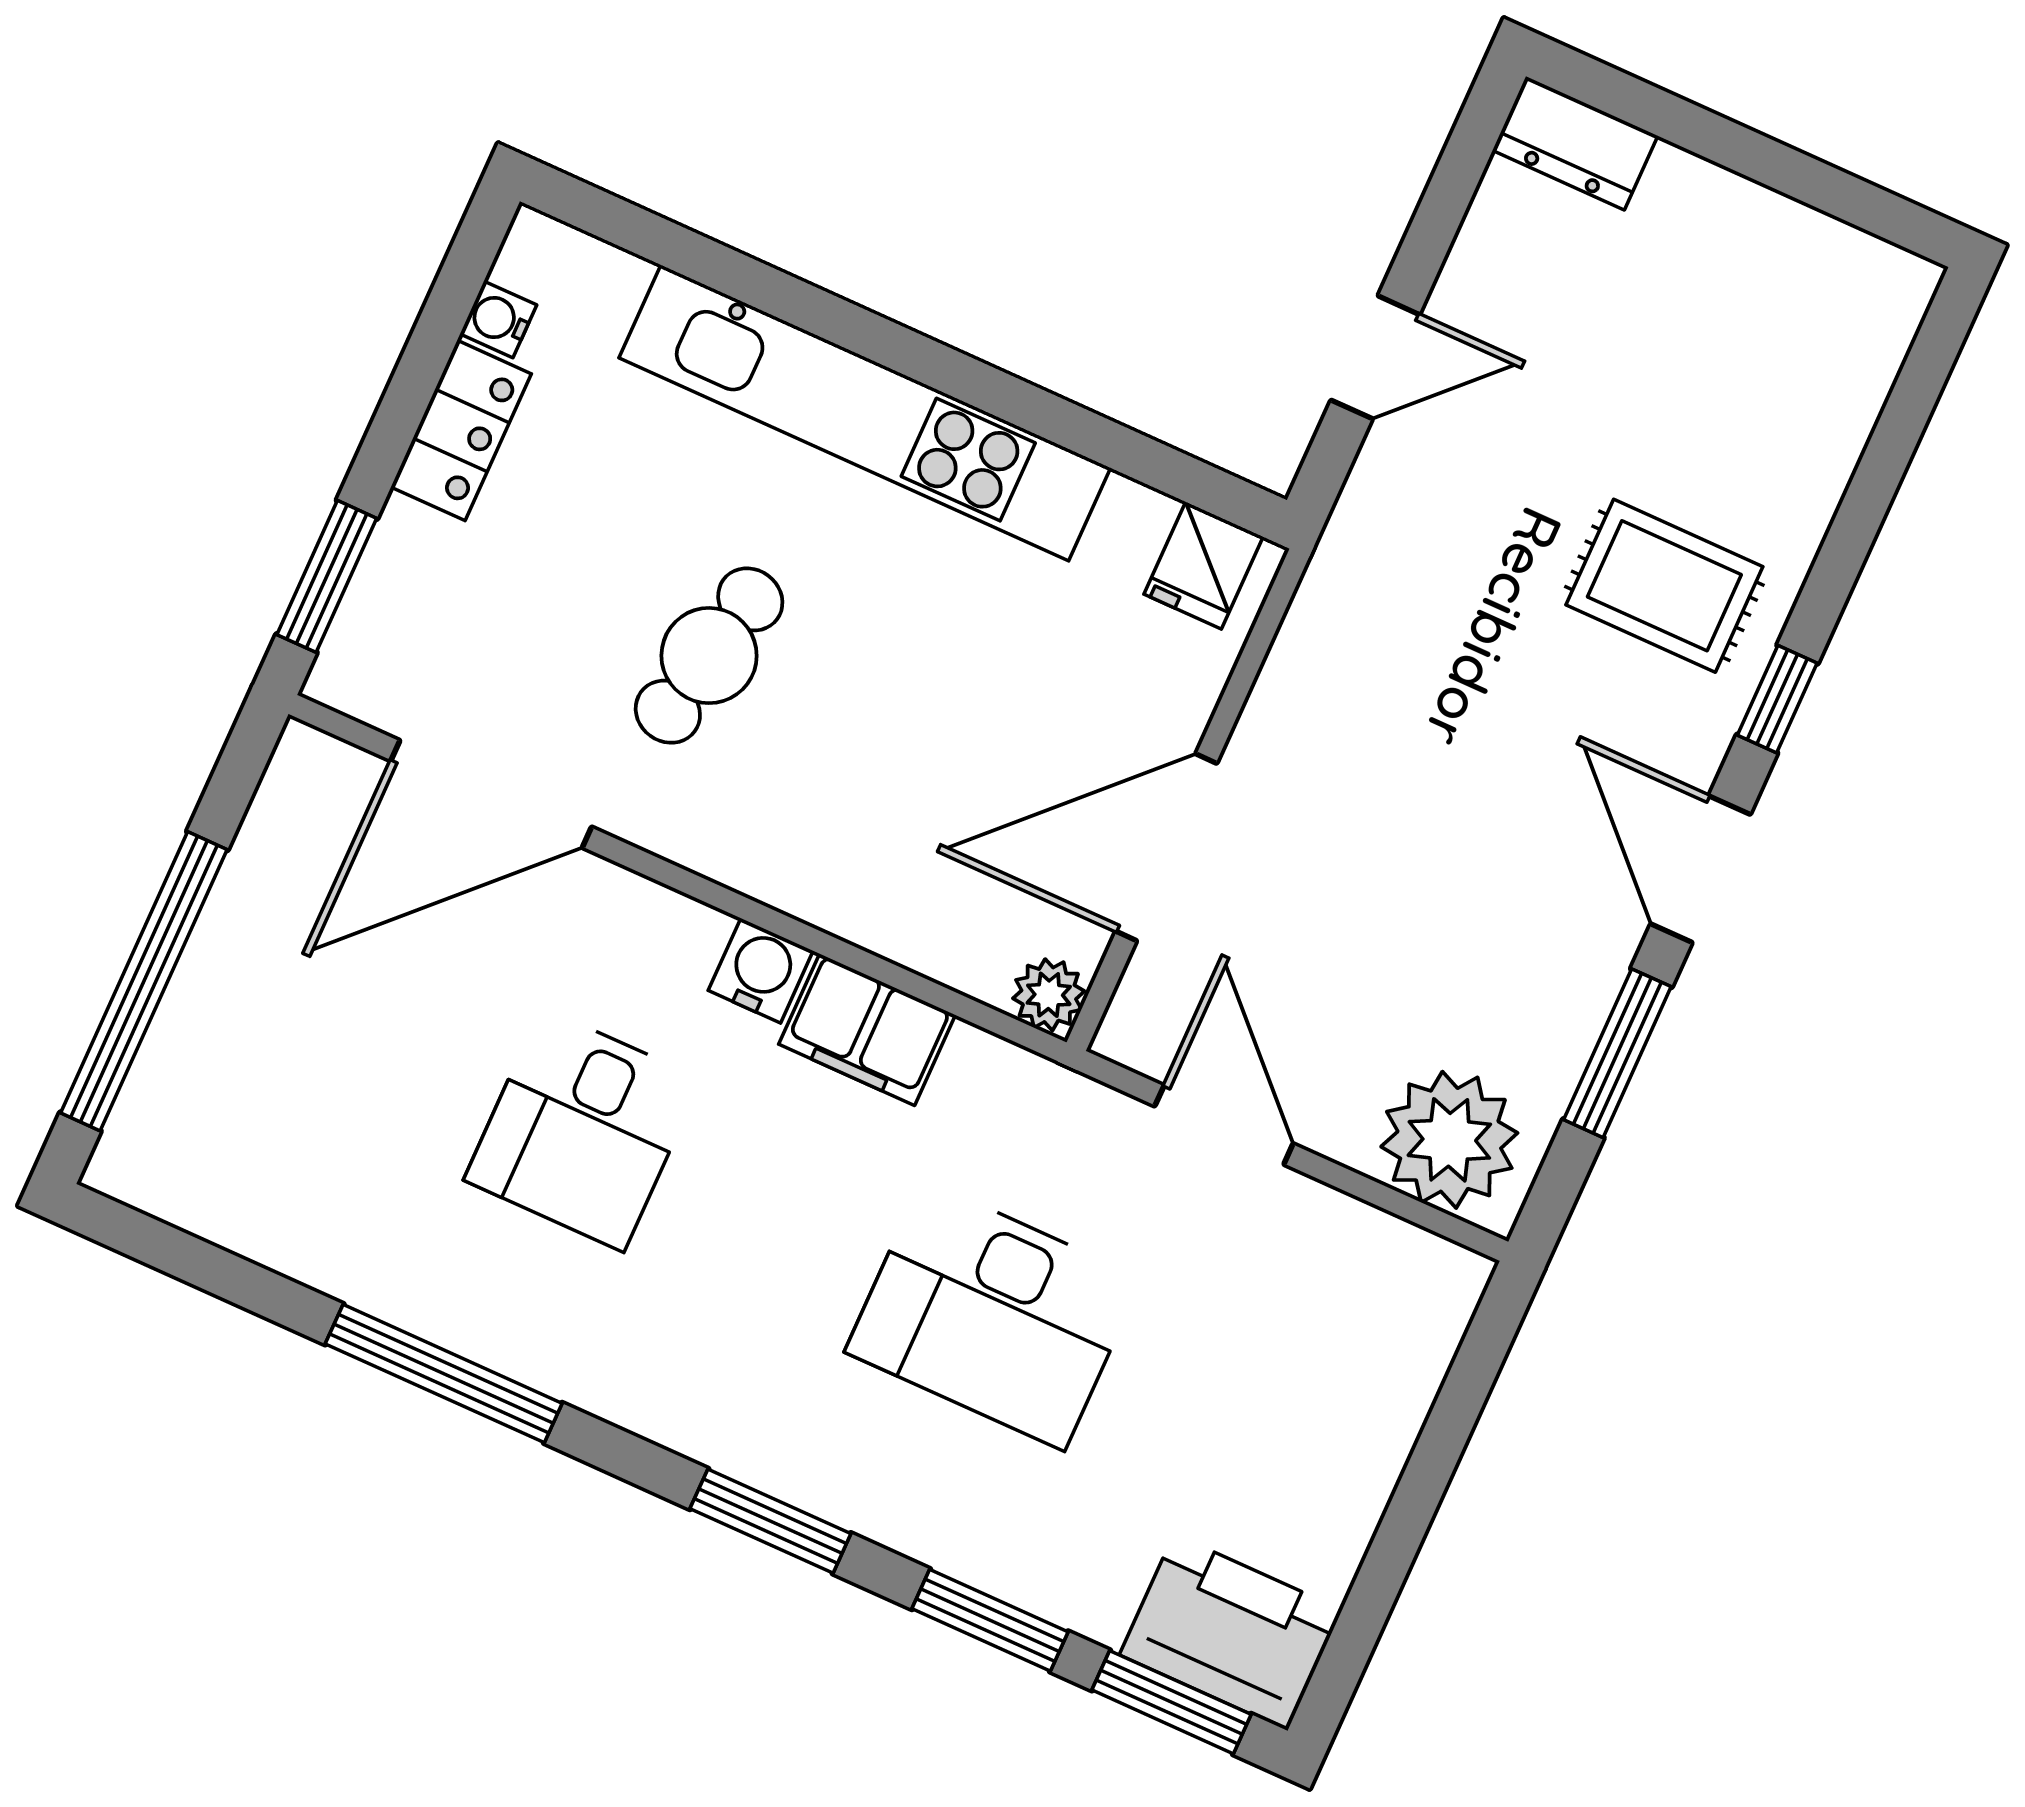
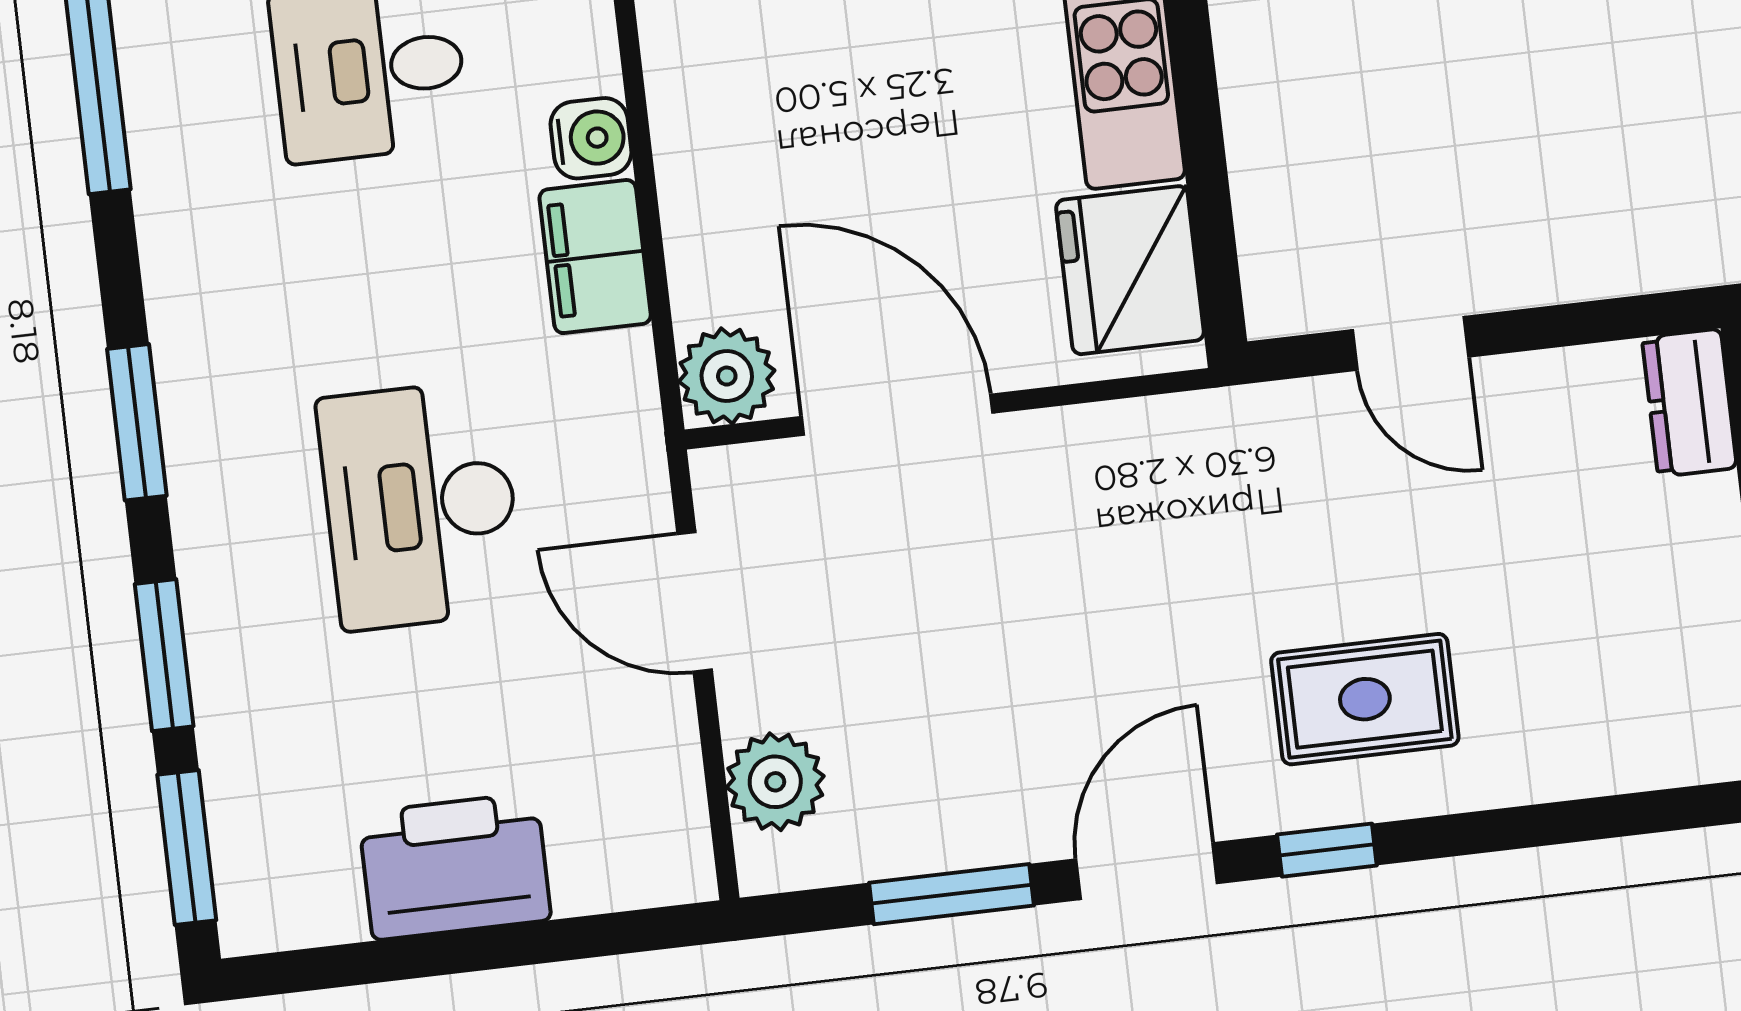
fridge: (1203, 565) -> (1130, 270), width x1.88, depth x1.34
rug: (1664, 586) -> (1365, 699), turned 90
plant: (1049, 995) -> (727, 376), width x1.38, depth x1.38
door: (1224, 1125) -> (695, 602), swing flipped
plant: (1449, 1140) -> (775, 782), width x0.73, depth x0.73
printer: (1231, 1632) -> (455, 866), moved, turned -90

